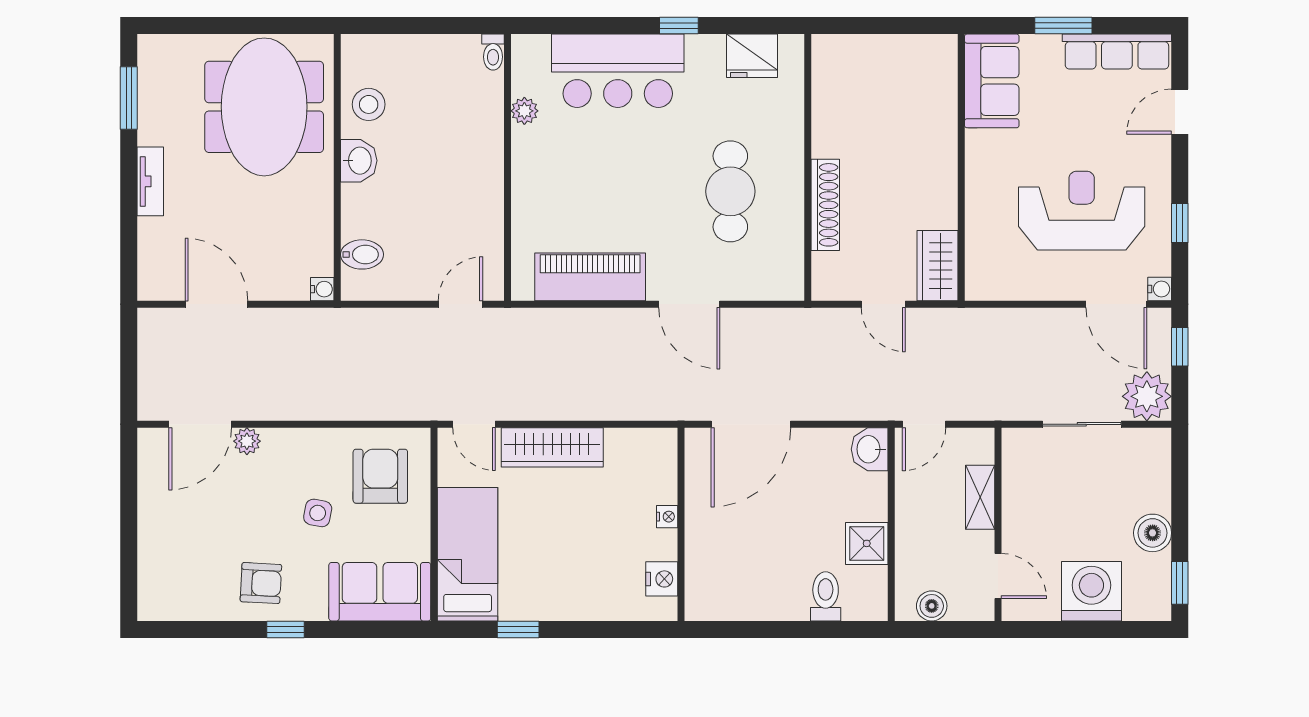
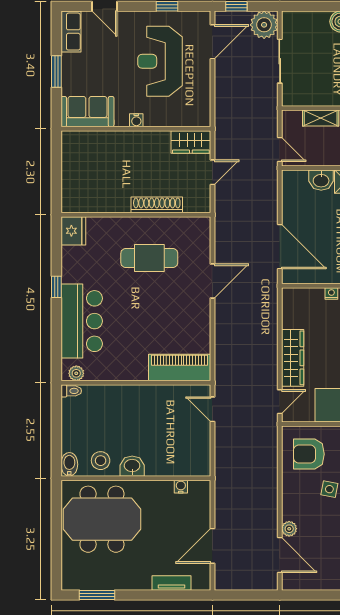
row of seats: (1117, 52) -> (71, 32), width x0.68
fridge: (752, 56) -> (73, 231), moved
plant: (524, 111) -> (76, 373), moved
tv unit: (150, 181) -> (172, 583), moved
bidet: (362, 254) -> (69, 464), moved
piano: (590, 277) -> (180, 367), moved, turned 90
water cooler: (322, 289) -> (181, 487), moved
water cooler: (1160, 289) -> (136, 120), moved, turned 180
washbasin: (870, 449) -> (321, 180), moved

